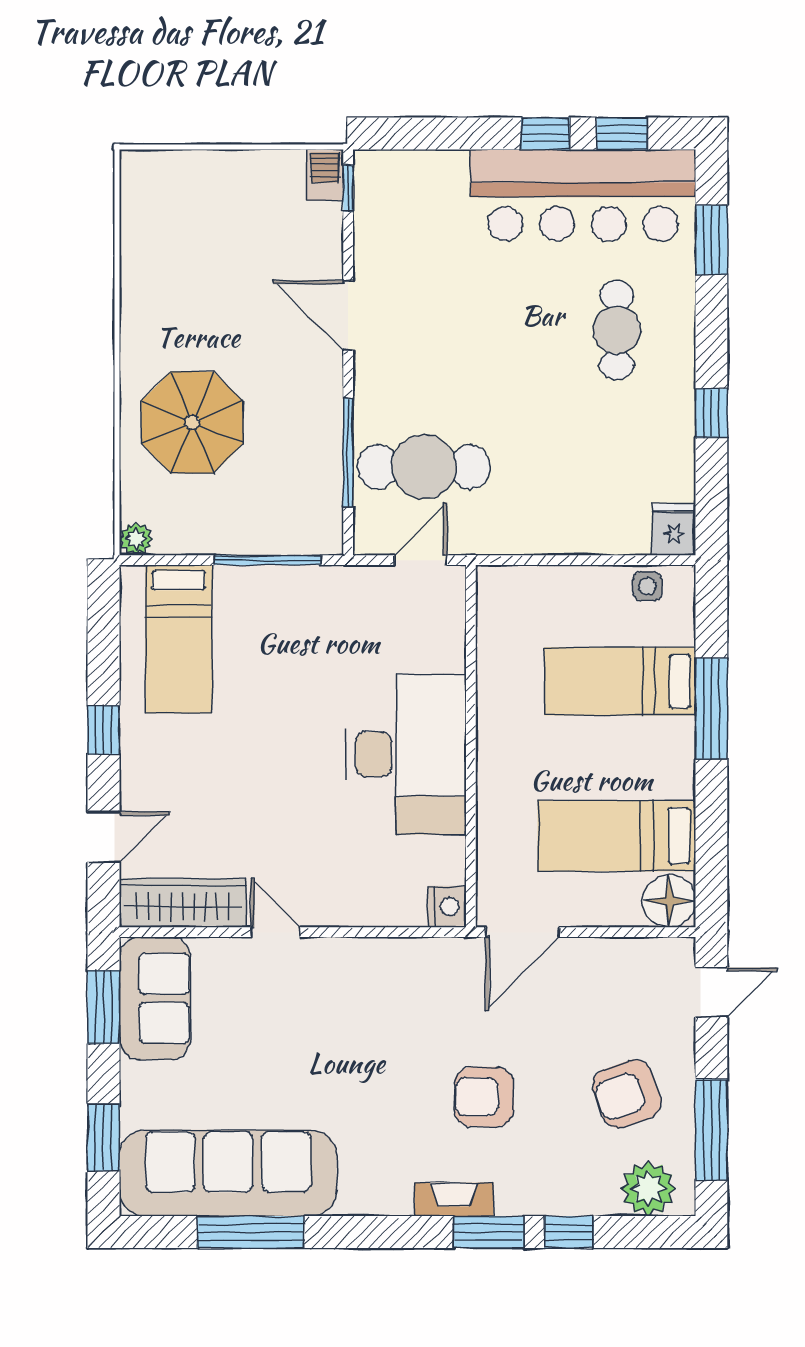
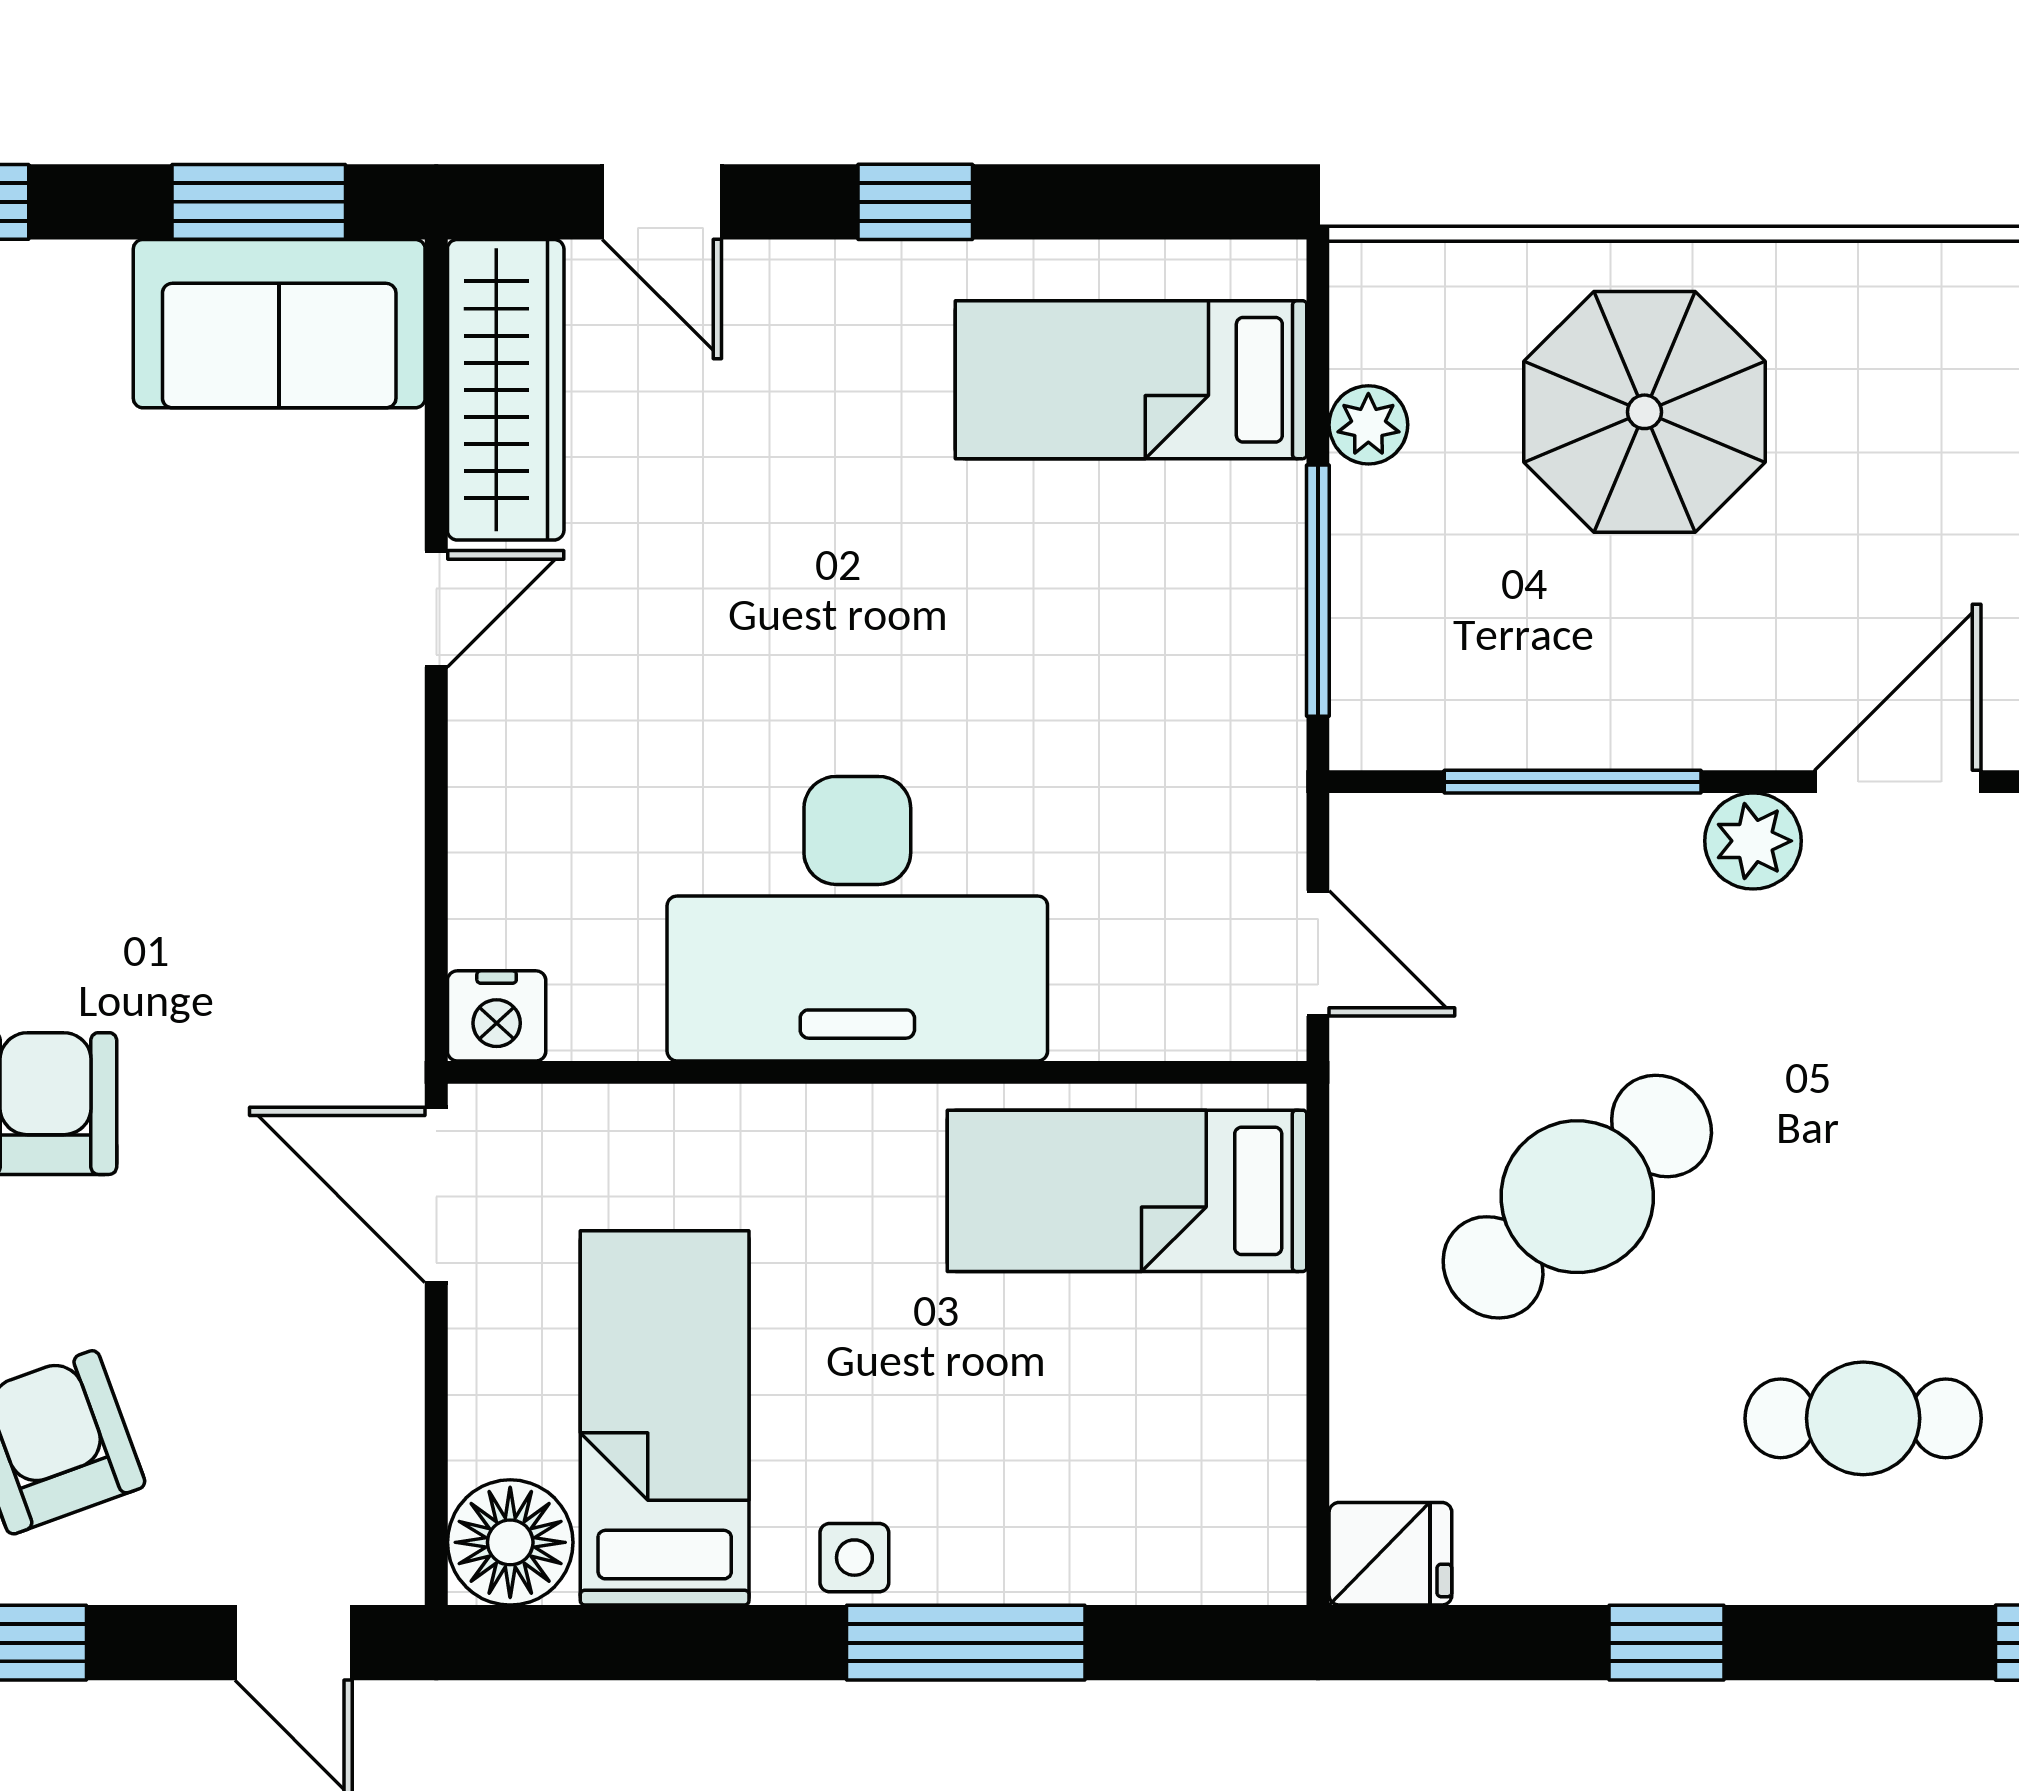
plant: (373, 377) -> (1753, 841), added
cafe table: (424, 467) -> (1577, 1197), moved, turned 50
plant: (136, 539) -> (1368, 425), moved
side table: (647, 586) -> (854, 1558), moved
bed: (620, 681) -> (1127, 1191), moved, turned -90

